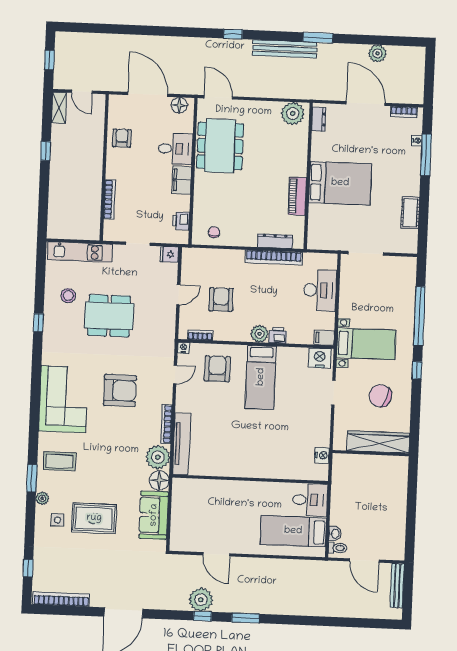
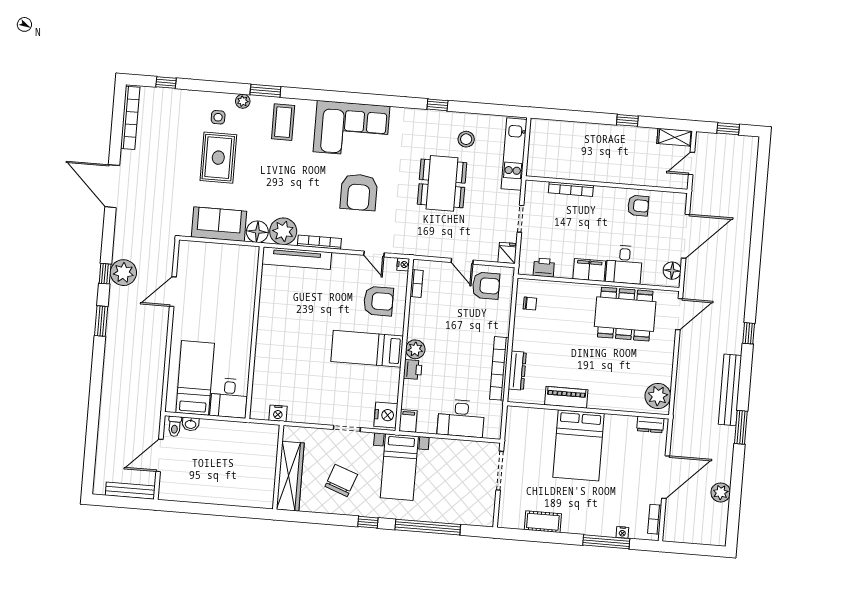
armchair: (221, 300) -> (486, 286), moved

